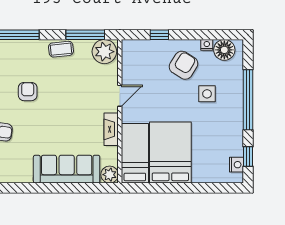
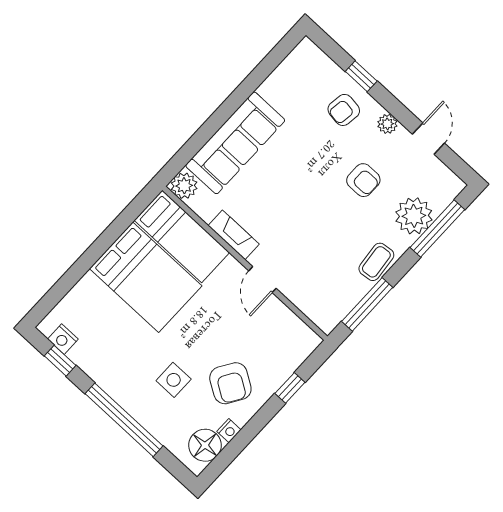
plant: (104, 52) -> (414, 216), moved

